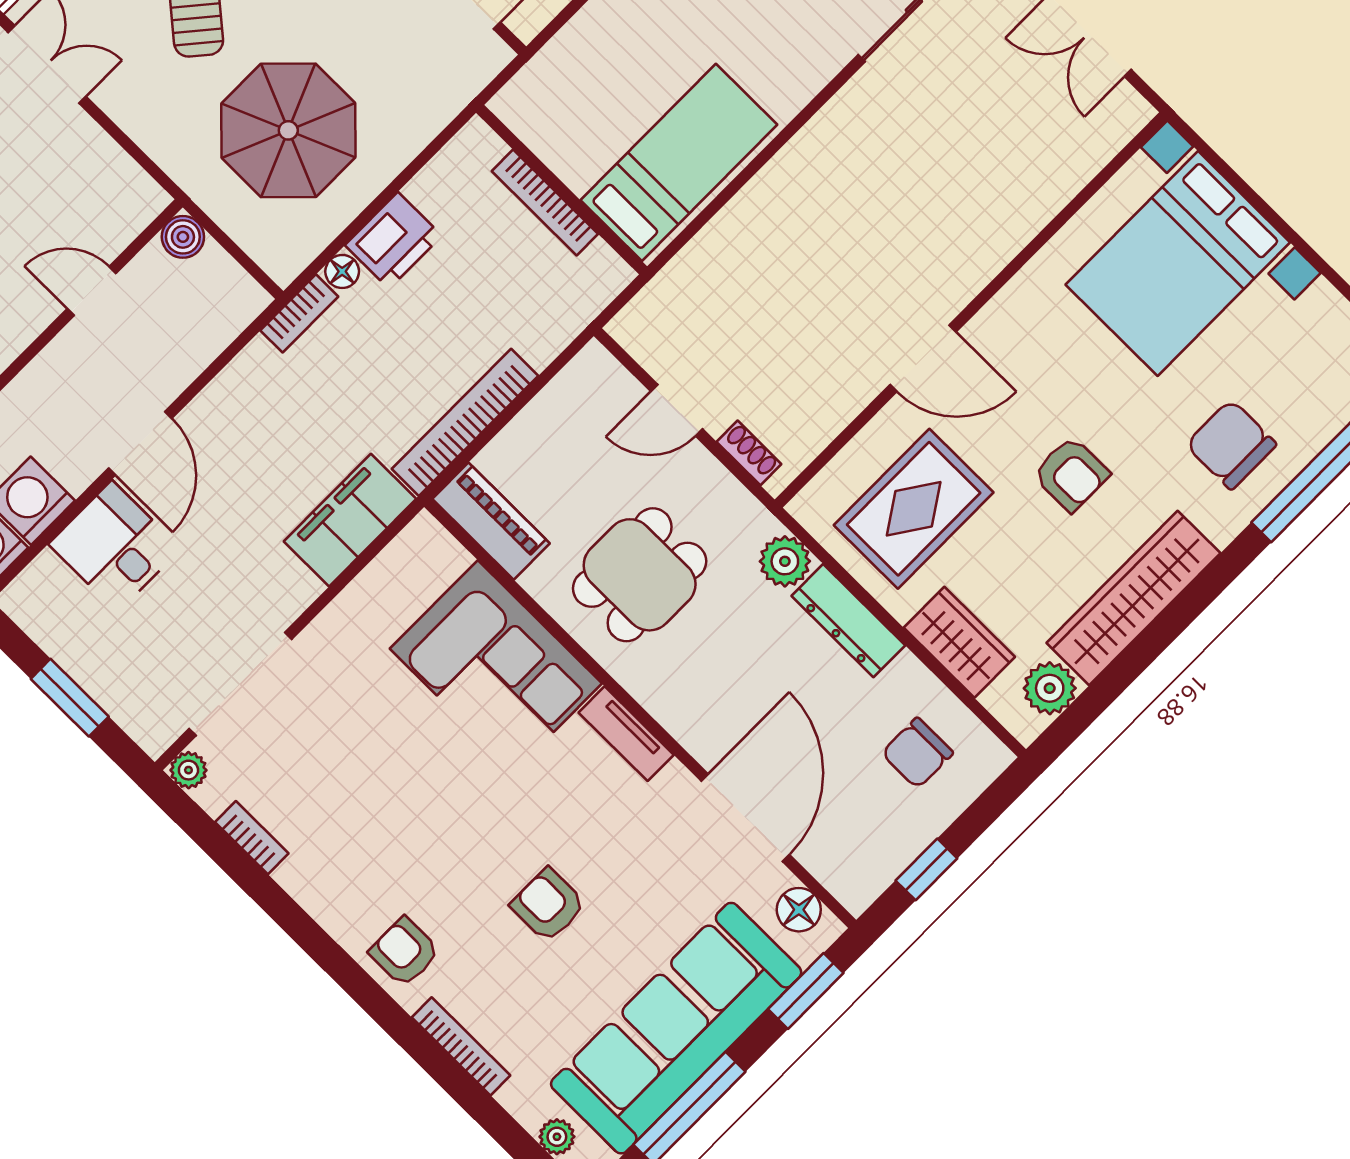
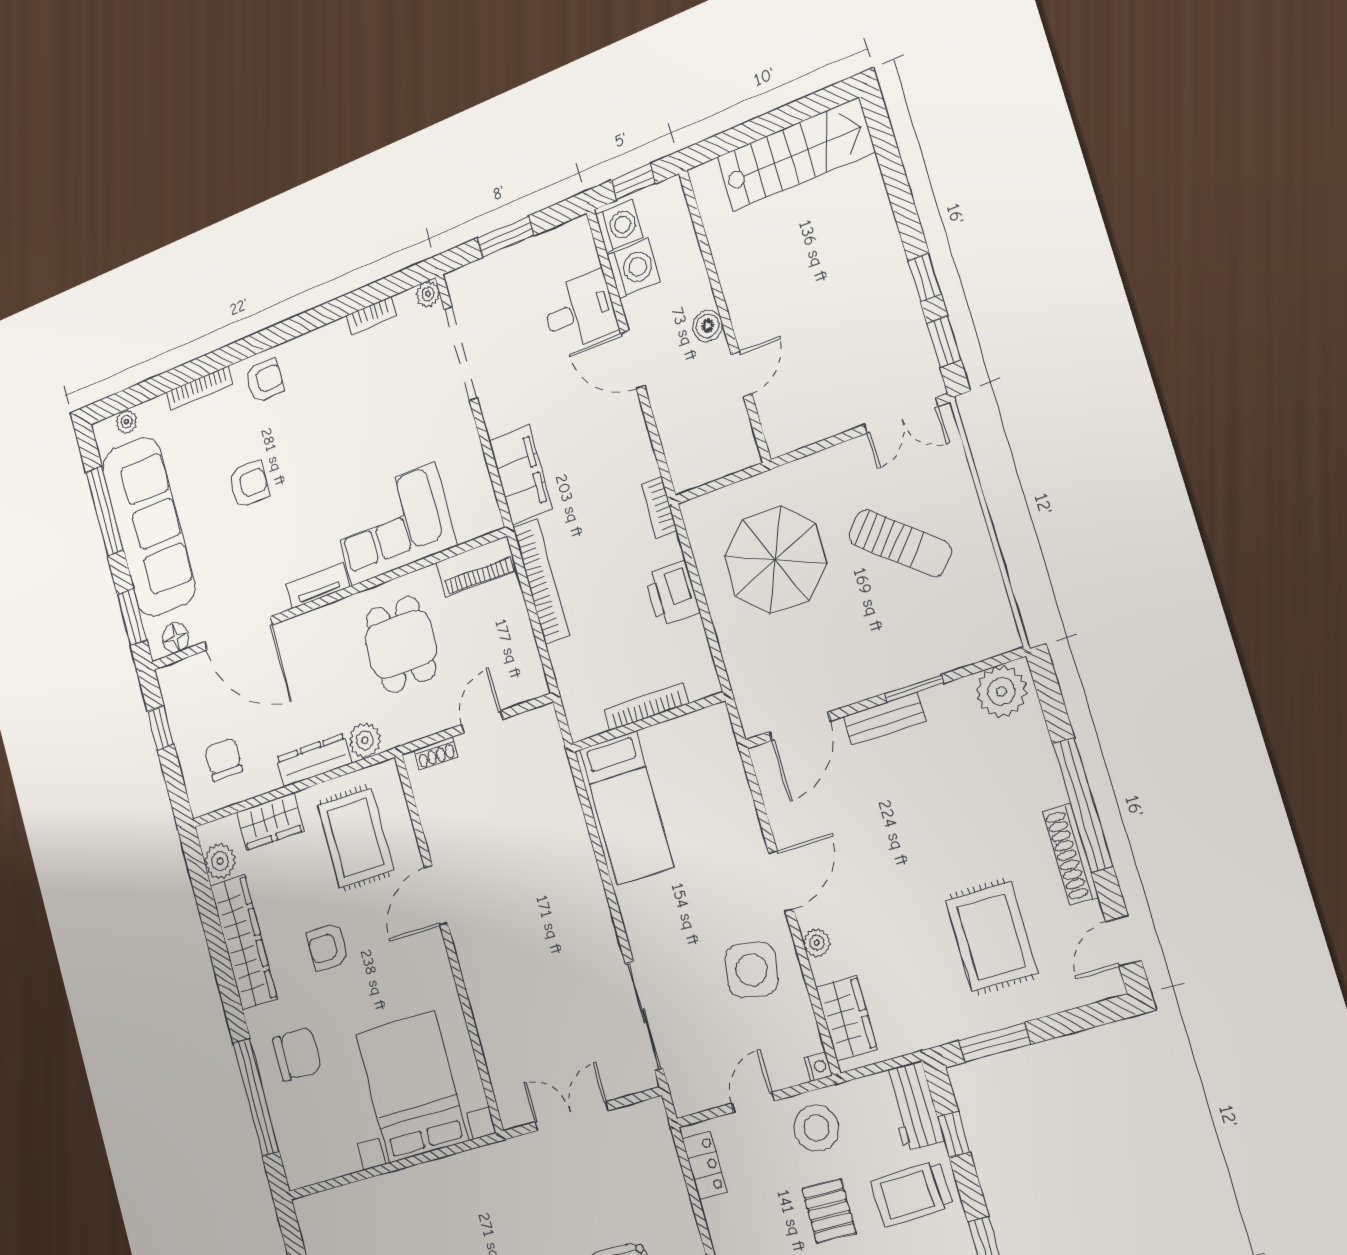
boiler: (183, 237) -> (708, 326), moved
floor lamp: (342, 271) -> (670, 549), removed

